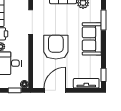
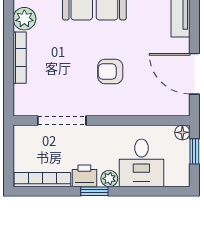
armchair: (56, 47) -> (110, 71), width x0.53, depth x0.53

